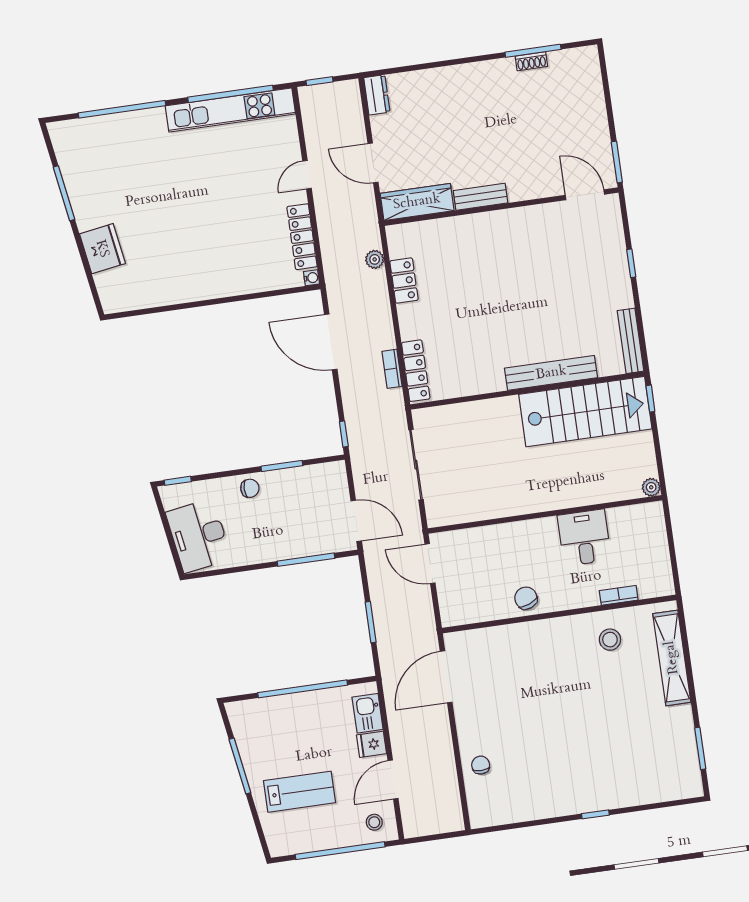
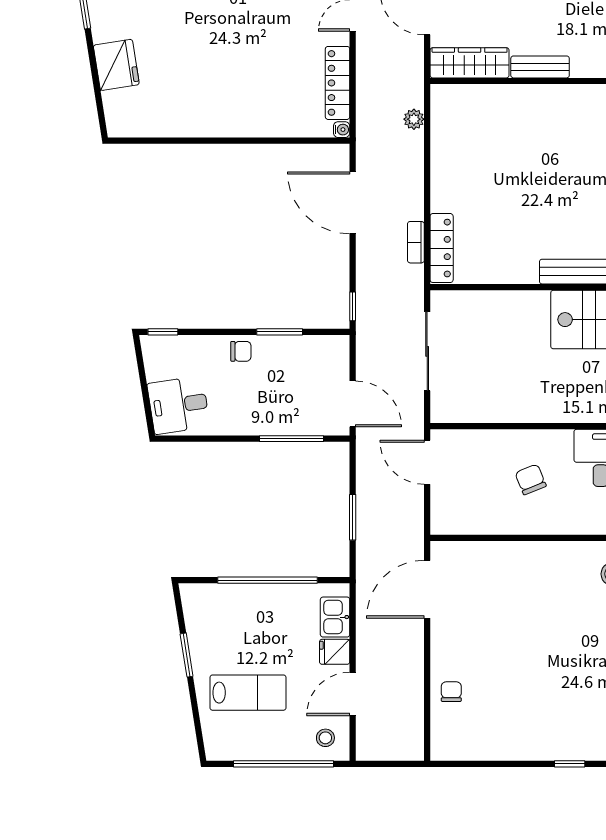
locker: (404, 281) -> (443, 147), removed
desk: (198, 536) -> (179, 405), width x0.73
chair: (526, 598) -> (531, 479), moved
window: (240, 766) -> (187, 655), width x0.69

